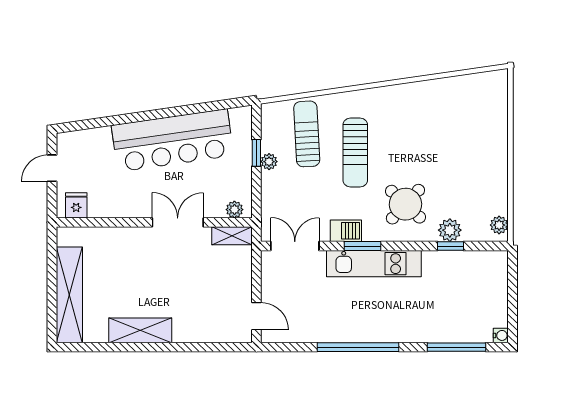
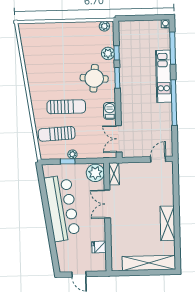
round table: (405, 204) -> (94, 78), turned -38
fridge: (76, 205) -> (99, 247), moved
plant: (234, 210) -> (95, 173), width x1.87, depth x1.87
window: (363, 246) -> (117, 78), moved
kitchen unit: (374, 264) -> (164, 76), moved, turned 180

